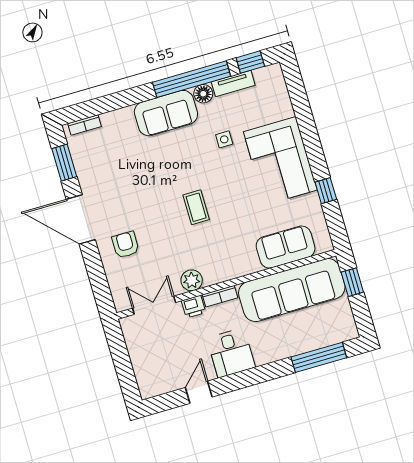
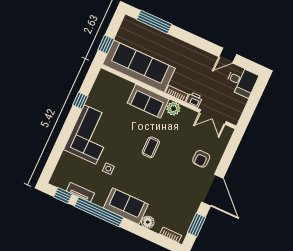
floor lamp: (203, 94) -> (148, 222), moved
sofa: (286, 247) -> (148, 101), moved
plant: (192, 280) -> (173, 109), moved
desk: (231, 353) -> (242, 81), moved, turned 90

